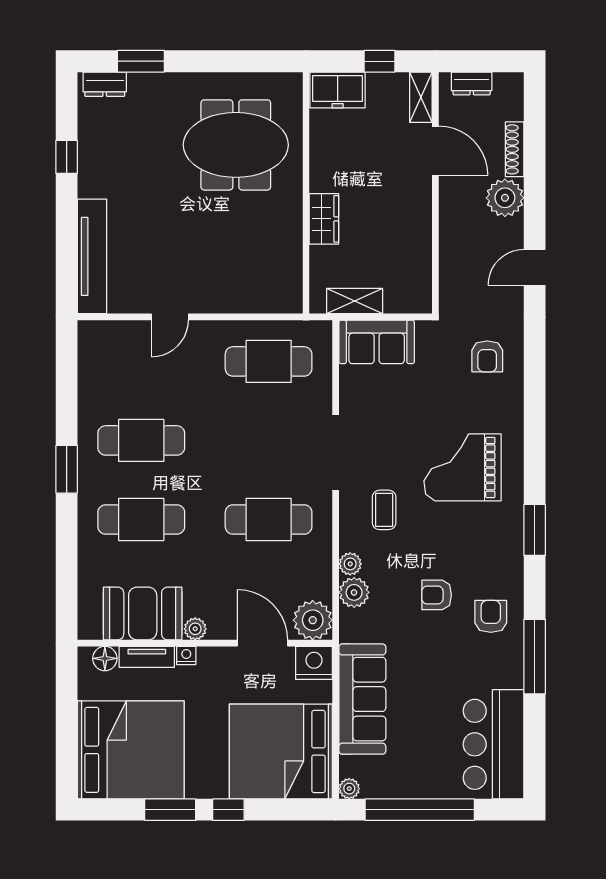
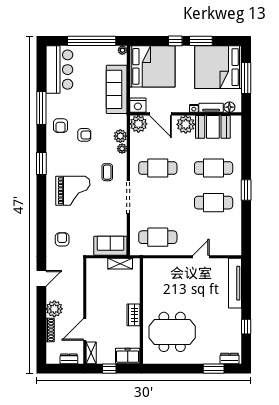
door: (435, 151) -> (85, 329), hinge flipped
wardrobe: (324, 219) -> (134, 315), moved
plant: (195, 629) -> (186, 124), width x1.88, depth x1.88
window: (67, 725) -> (246, 78), added

